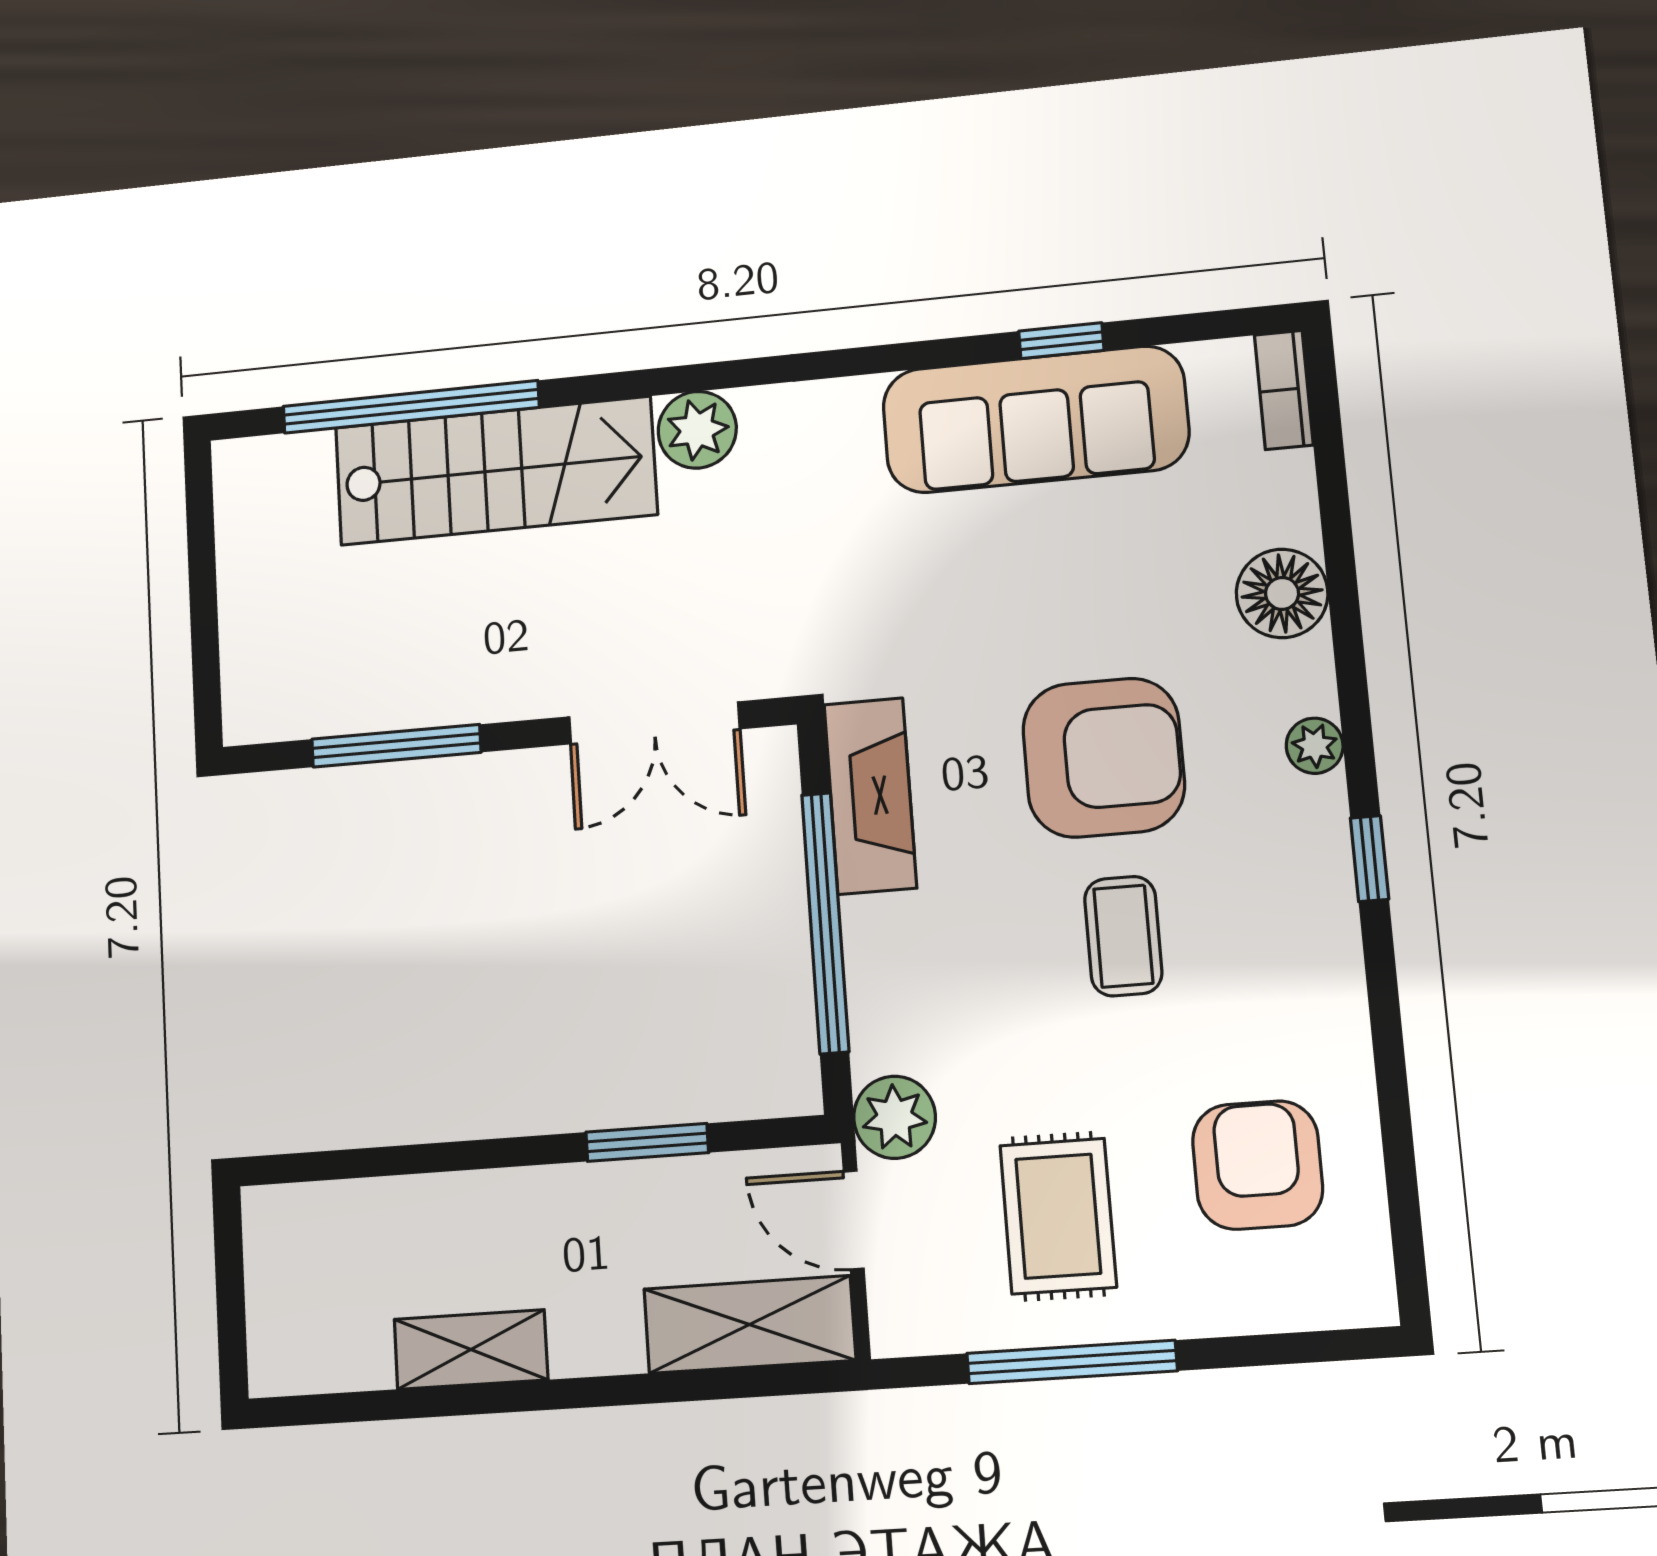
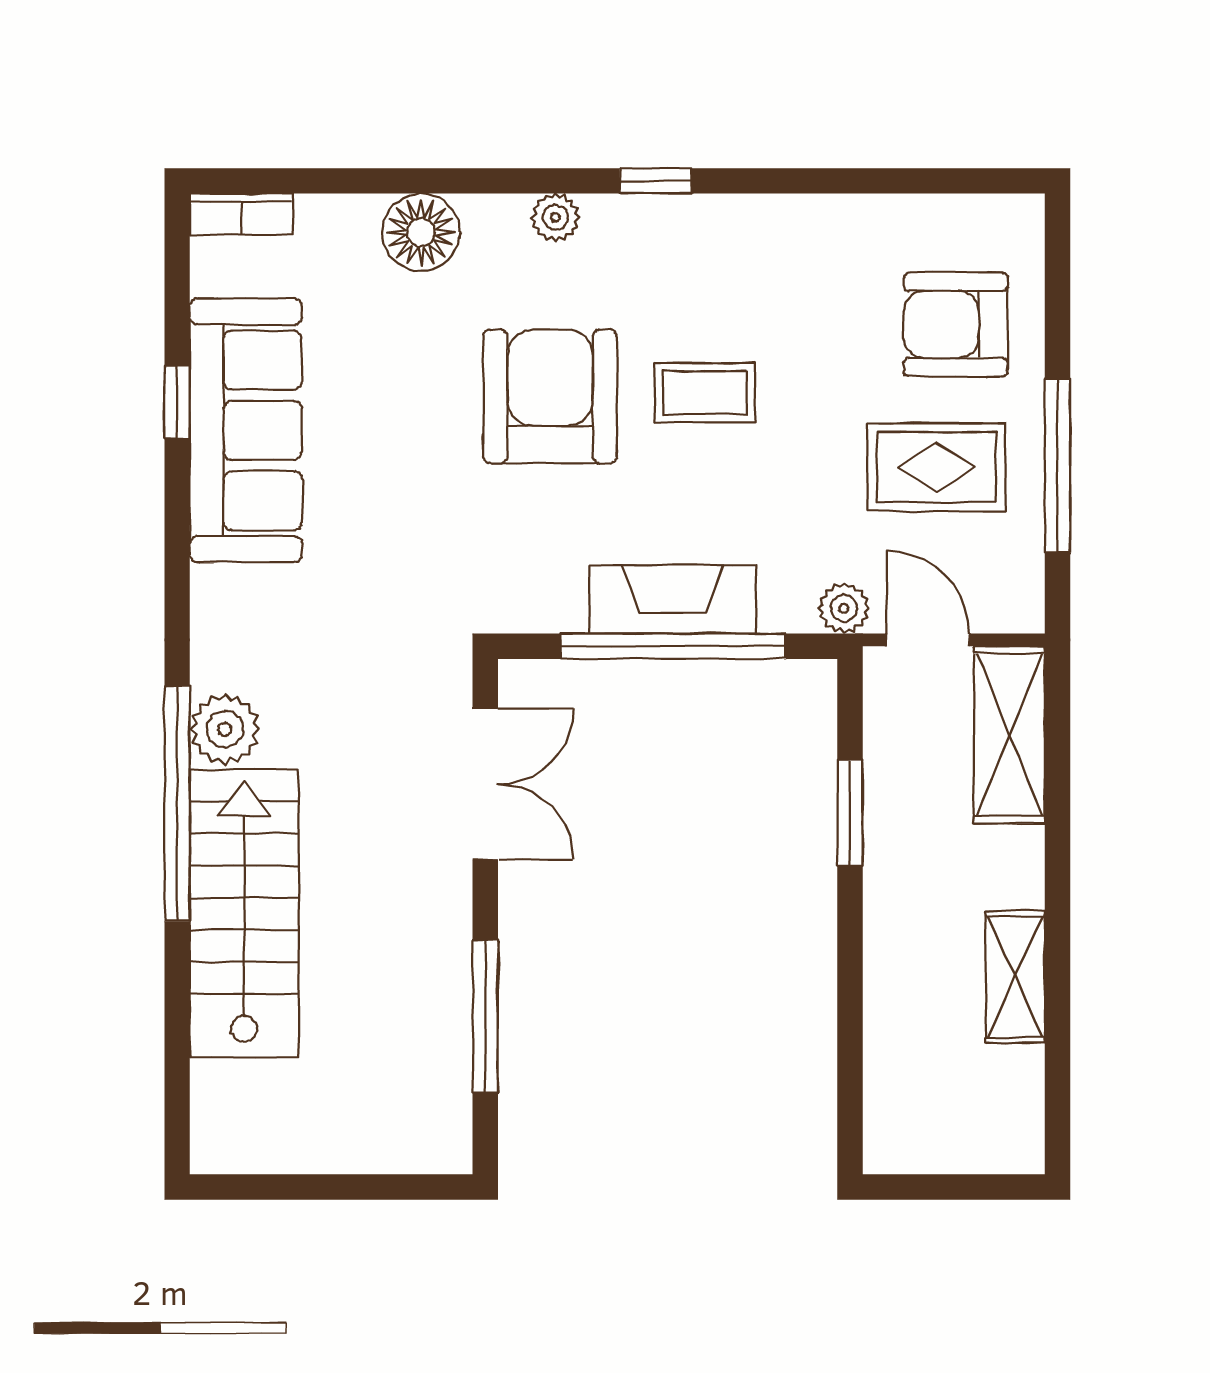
window: (411, 407) -> (177, 804), moved
fireplace: (870, 796) -> (673, 599), moved
plant: (895, 1117) -> (844, 608), width x0.73, depth x0.73
armchair: (1257, 1165) -> (956, 324), moved
door: (854, 1220) -> (928, 640), swing flipped

